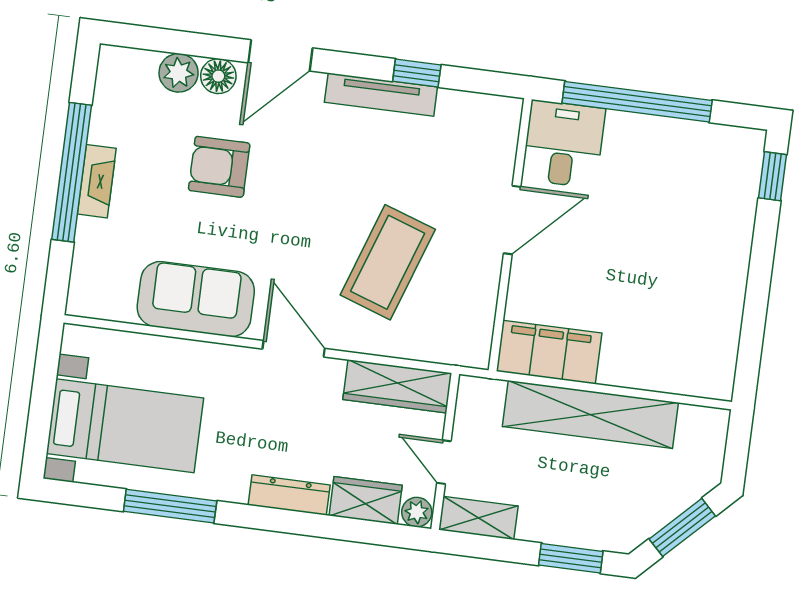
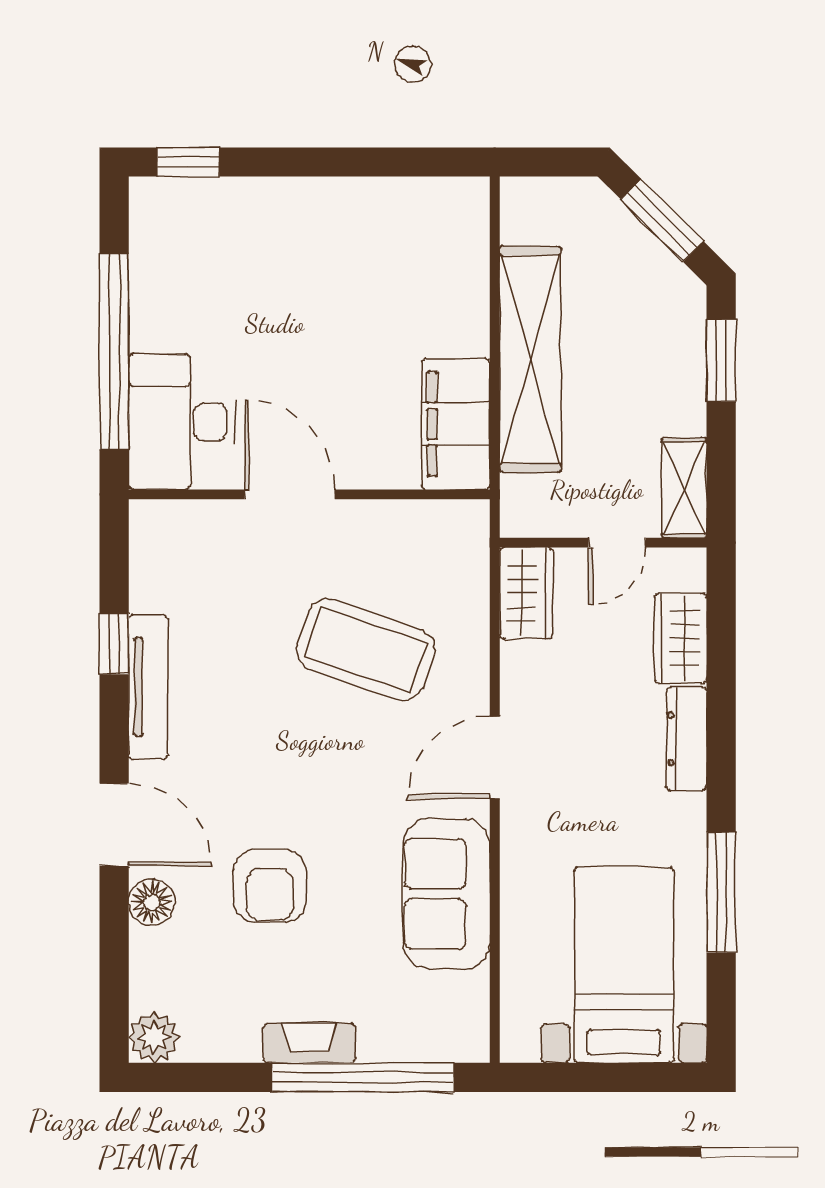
plant: (179, 73) -> (154, 1037), moved
desk: (564, 144) -> (182, 422), width x1.37
window: (72, 172) -> (363, 1077), moved
wardrobe: (397, 386) -> (526, 593), width x0.67
plant: (417, 512) -> (687, 569), removed

